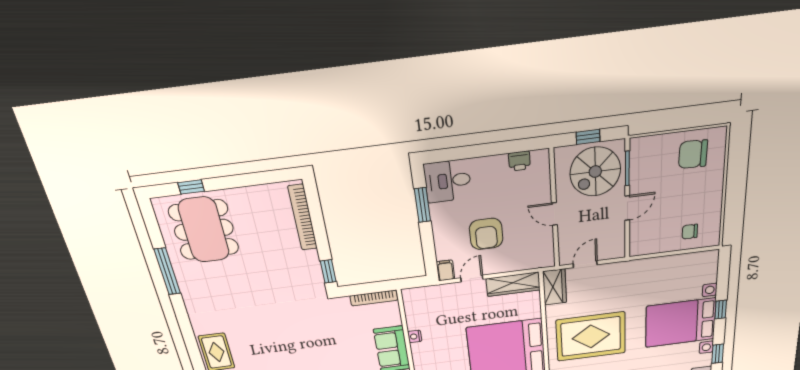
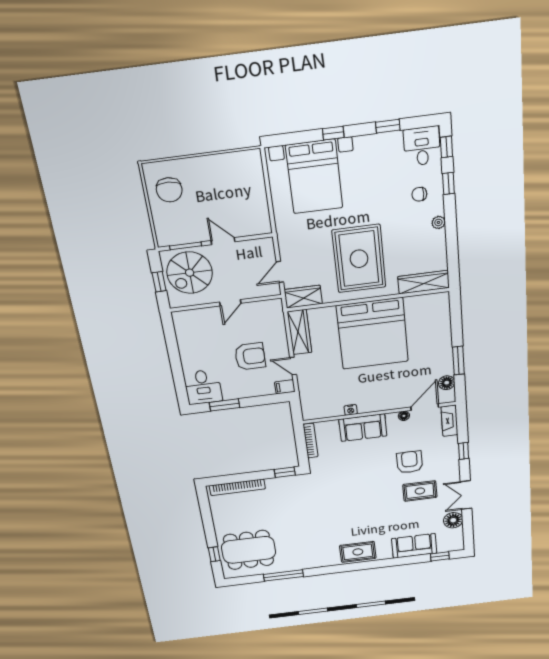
printer: (519, 161) -> (183, 334), removed
spiral stairs: (595, 172) -> (190, 273), turned 90
chair: (690, 232) -> (246, 180), removed
door: (585, 264) -> (280, 272), hinge flipped
bed with nightstands: (681, 323) -> (314, 177), moved

